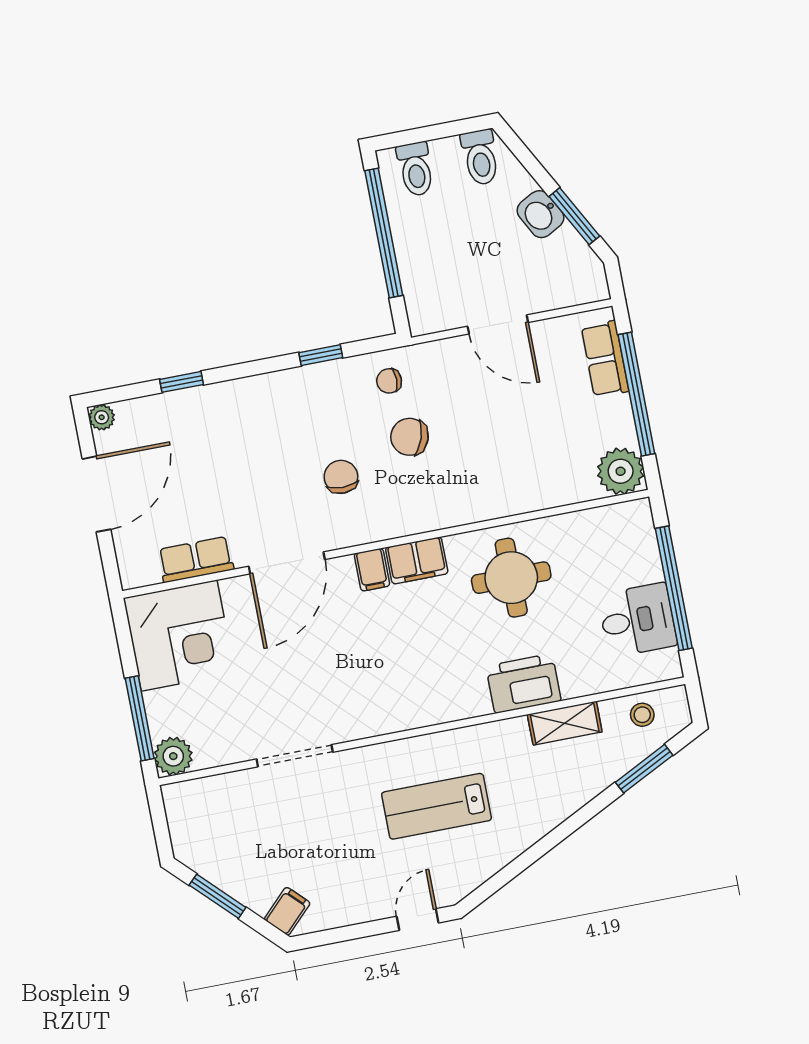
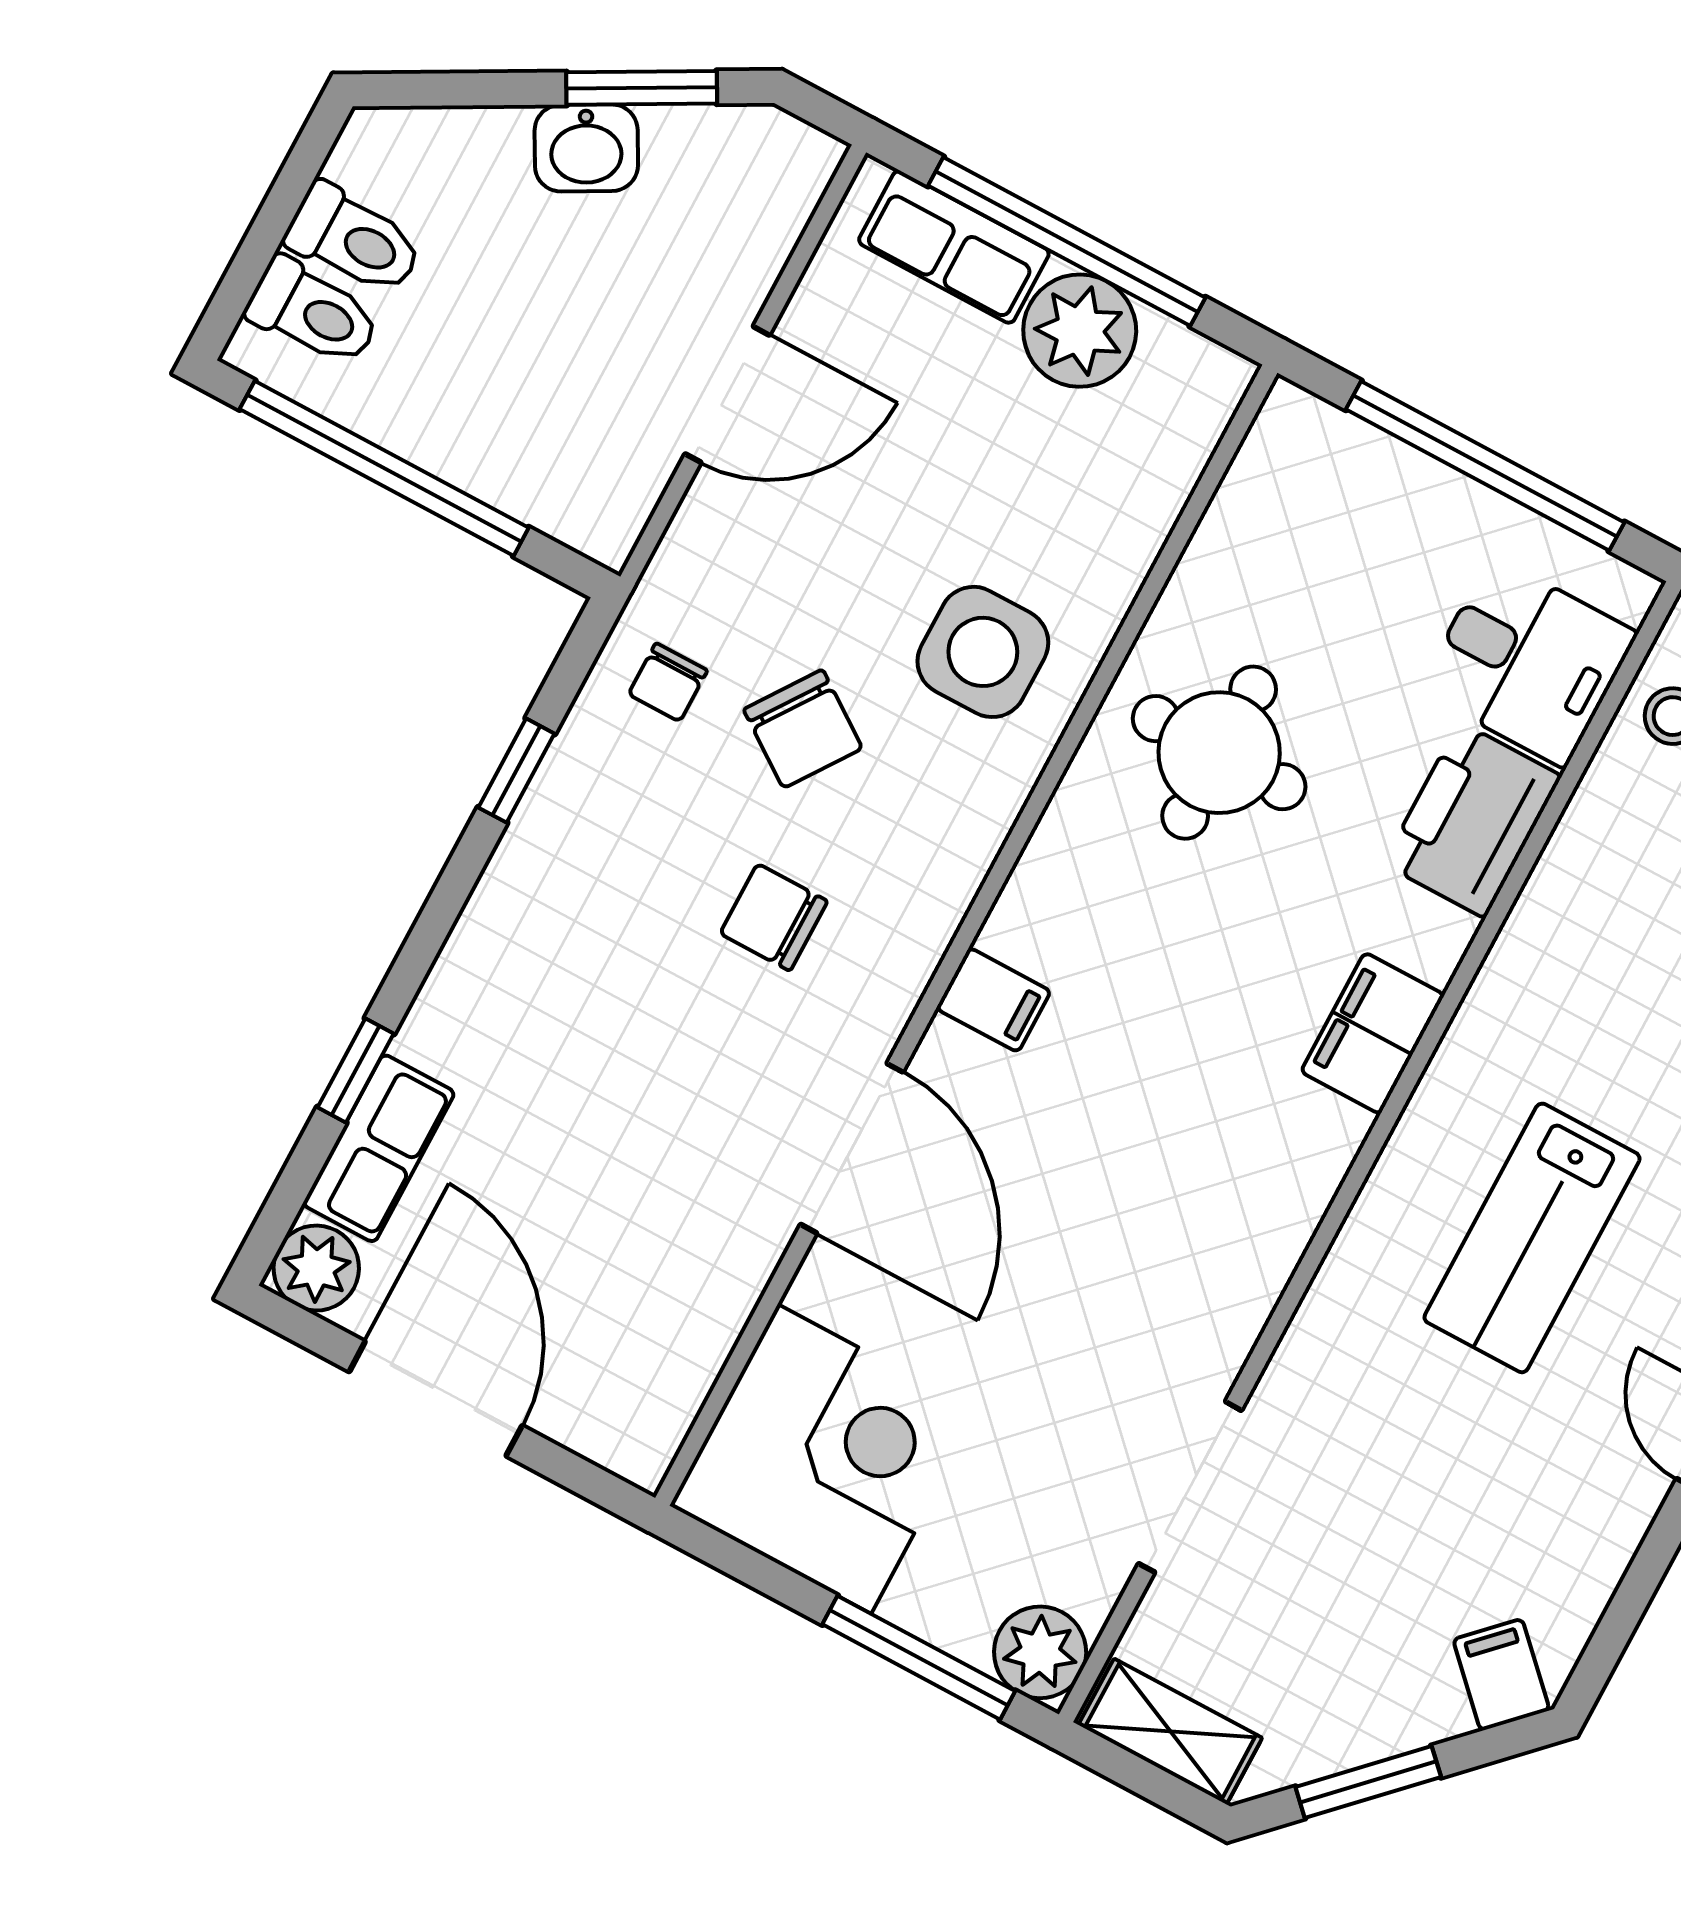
toilet: (480, 157) -> (354, 240), moved
plant: (102, 417) -> (316, 1268), width x1.38, depth x1.38
chair: (410, 437) -> (803, 729), turned -74
plant: (621, 471) -> (1080, 331), moved
side table: (482, 475) -> (983, 652), added
row of seats: (196, 560) -> (379, 1148), moved, turned 180
filing cabinet: (417, 561) -> (1373, 1033), moved, turned 180
desk: (637, 620) -> (1528, 662), moved, turned 90
printer: (524, 683) -> (1472, 820), moved
shelving: (565, 723) -> (1170, 1731), moved, turned 90
doorway: (295, 756) -> (1190, 1487), moved

